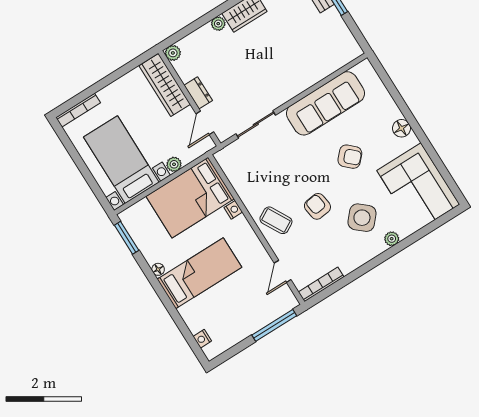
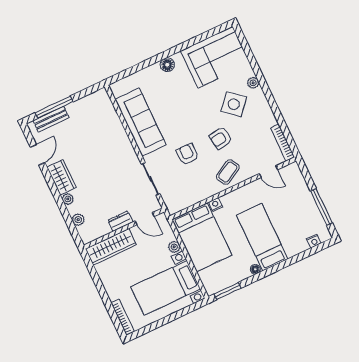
plant: (173, 53) -> (78, 220), moved
armchair: (350, 157) -> (187, 154), moved, turned -43
window: (274, 325) -> (321, 207), moved

